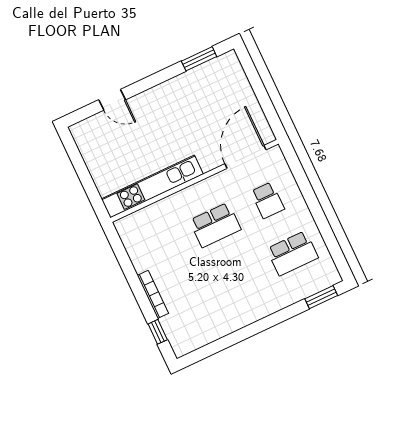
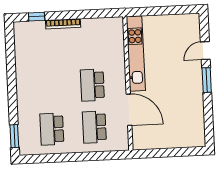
window: (199, 59) -> (207, 80), moved
door: (245, 157) -> (129, 110), moved
school desk: (268, 200) -> (94, 127), width x1.85

